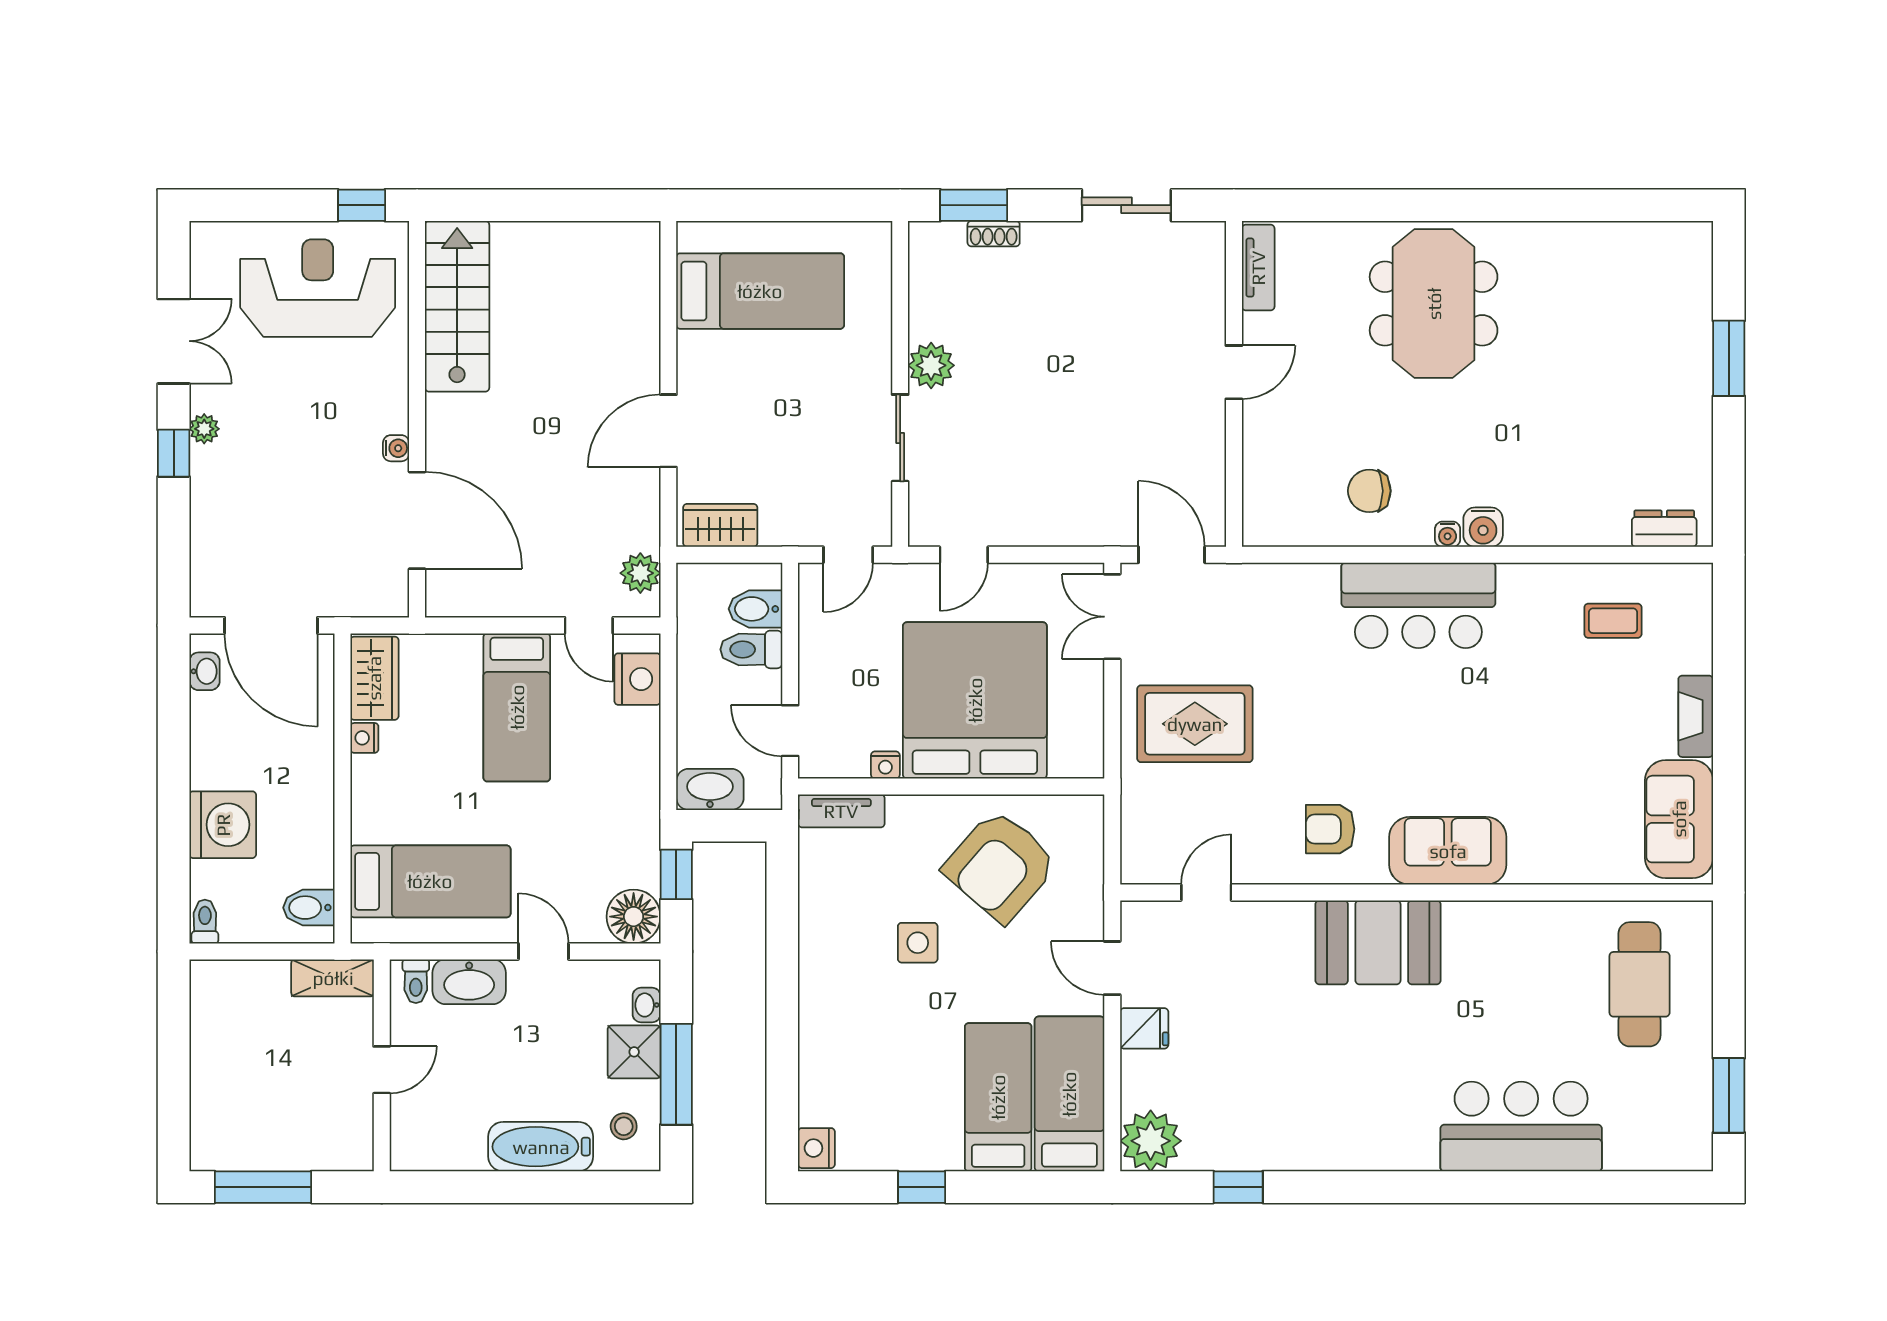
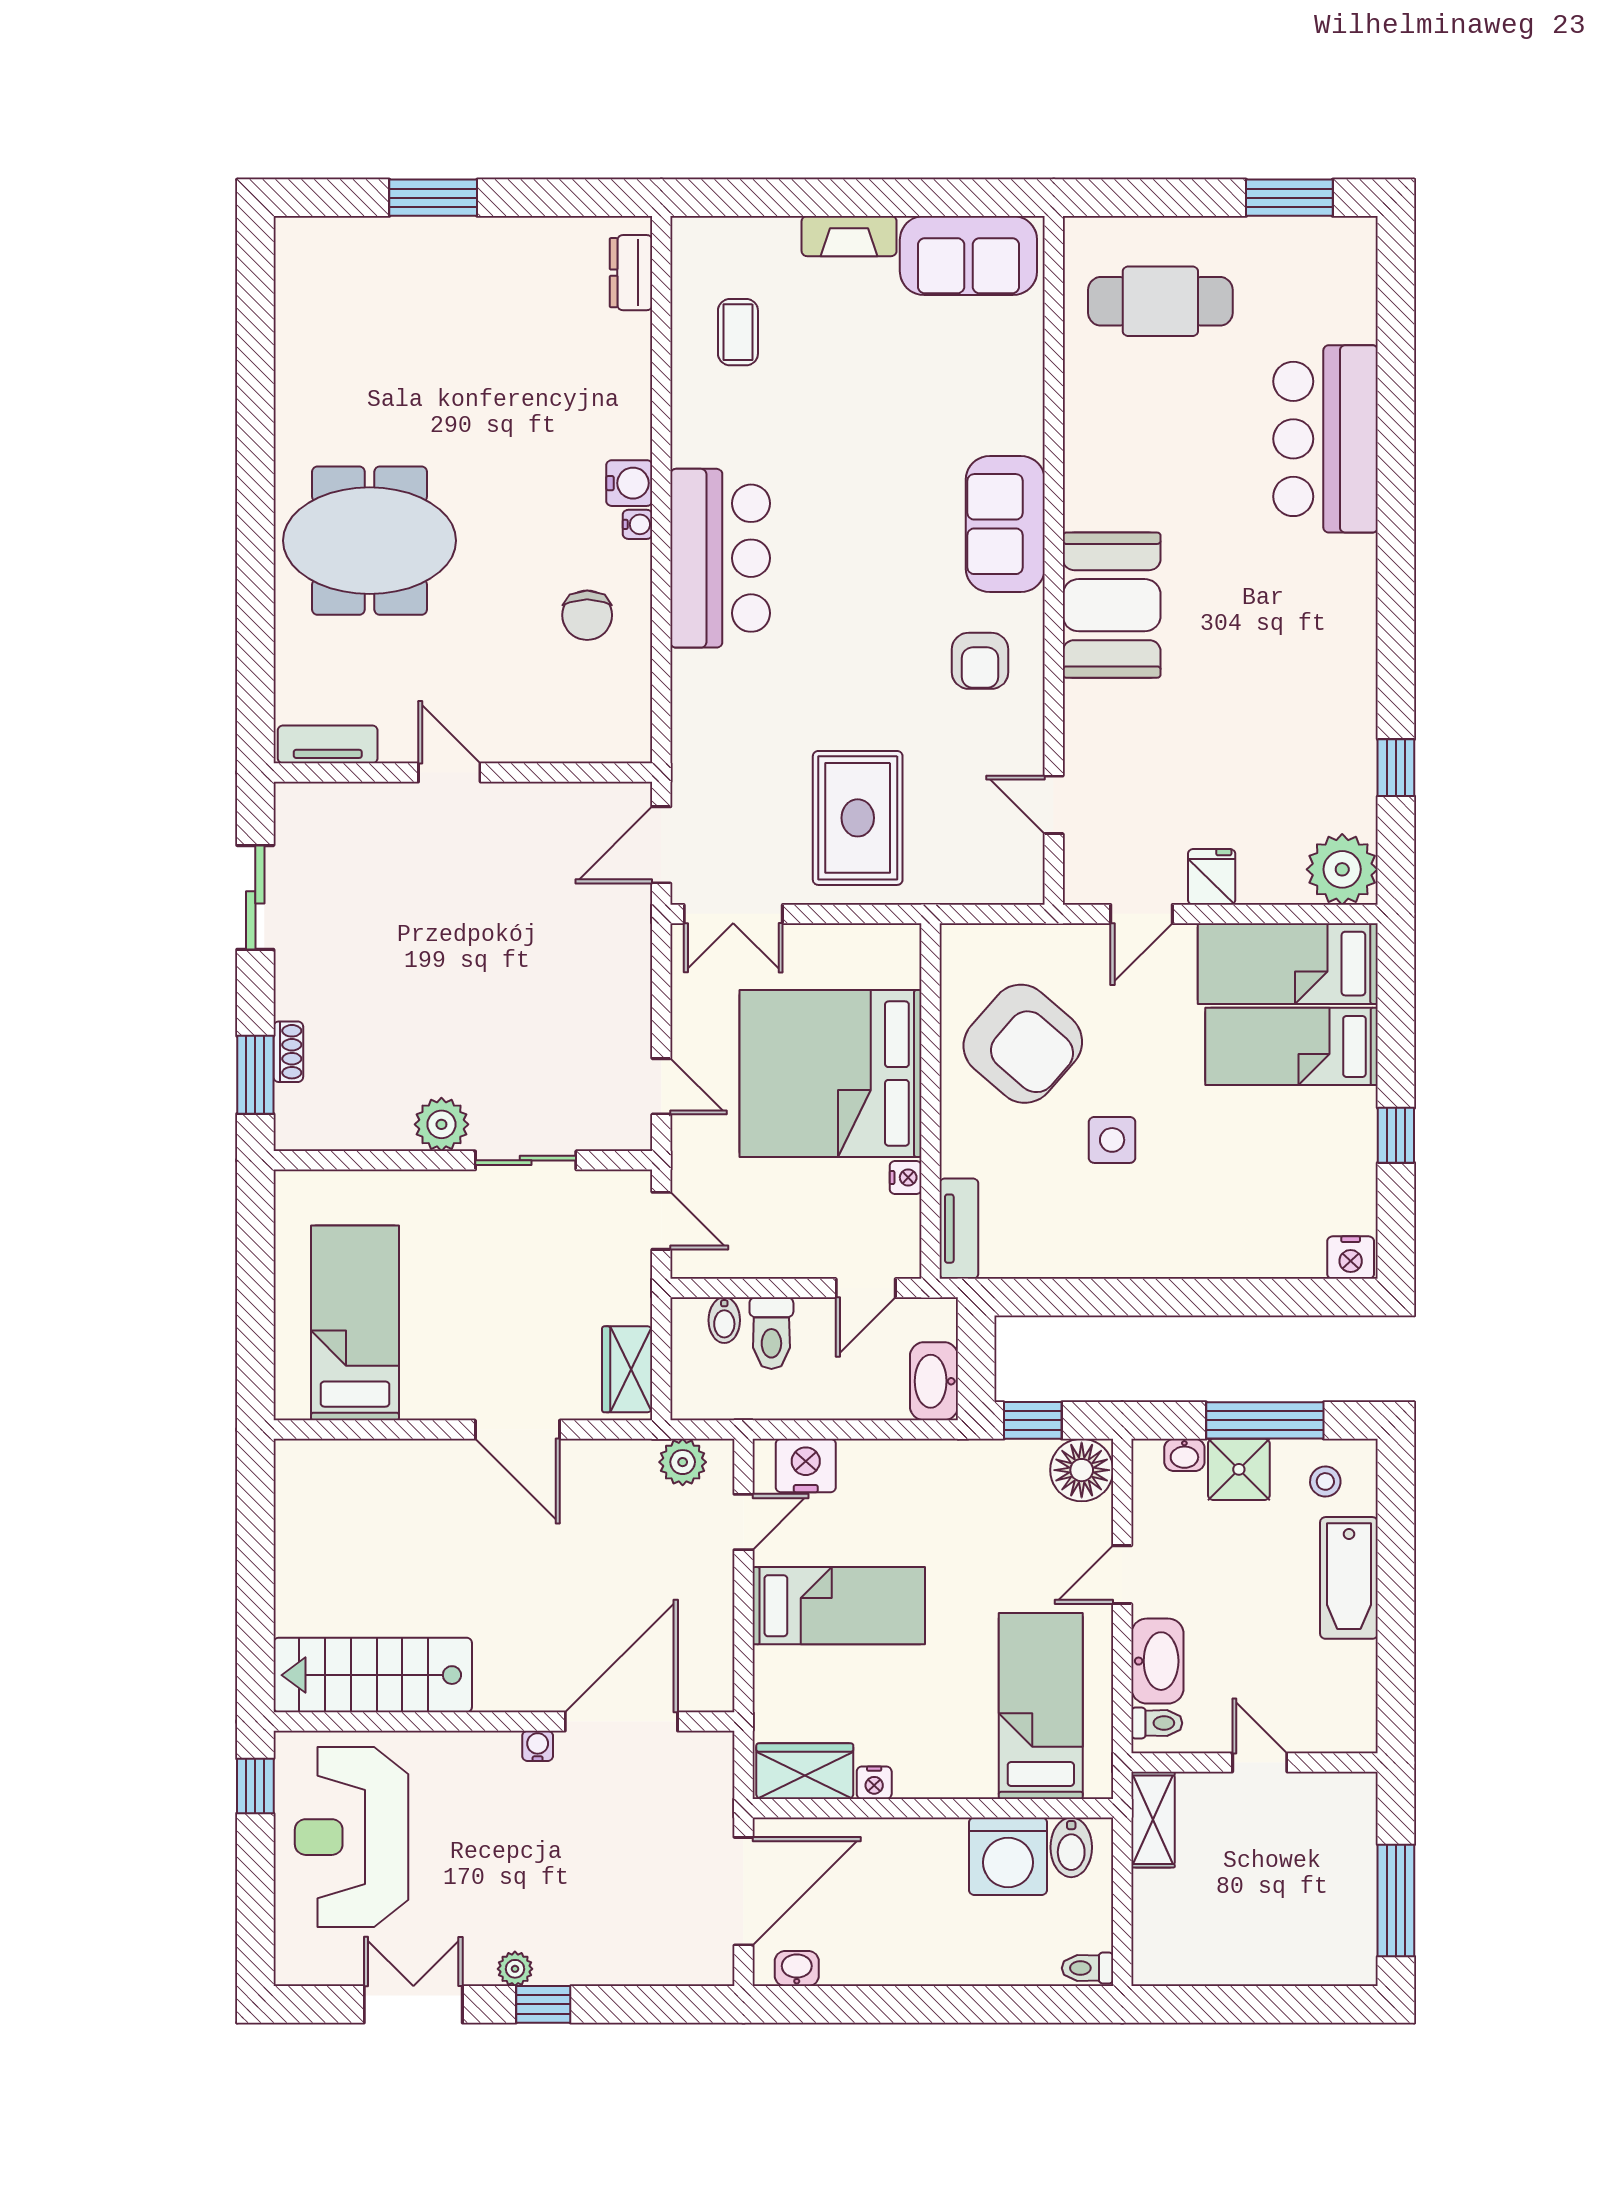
bidet: (755, 609) -> (724, 1320), width x0.72, depth x0.74
washing machine: (223, 825) -> (1008, 1856), moved, turned 180

